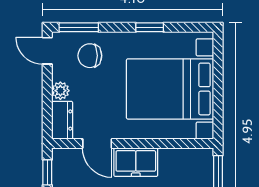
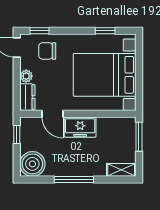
window: (79, 27) -> (39, 31), width x0.67
window: (150, 27) -> (105, 31), moved

